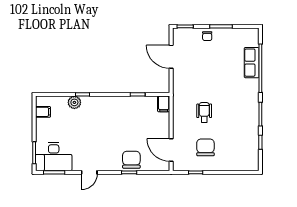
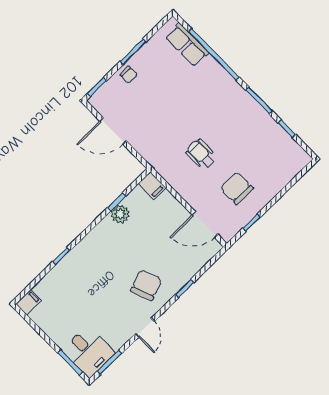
row of seats: (252, 63) -> (187, 45), moved
plant: (74, 102) -> (120, 214), moved
filing cabinet: (43, 112) -> (29, 302), moved
desk: (54, 157) -> (89, 352), width x0.73
chair: (131, 160) -> (146, 285), moved, turned 69

